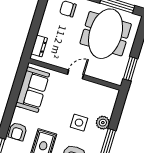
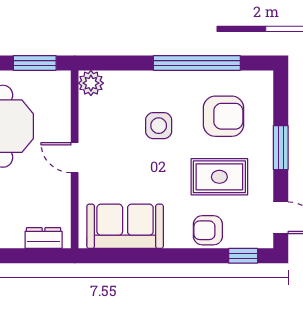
plant: (103, 123) -> (91, 83), moved
armchair: (18, 132) -> (208, 230), turned 180

